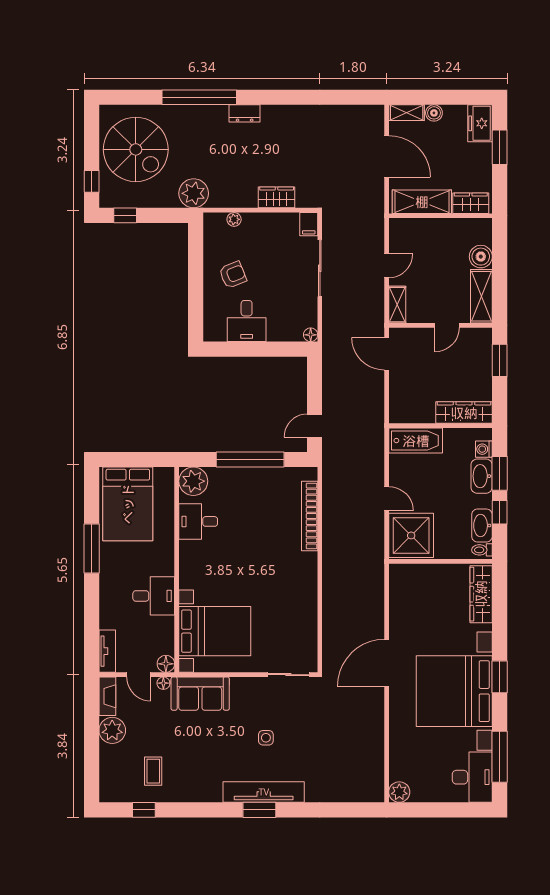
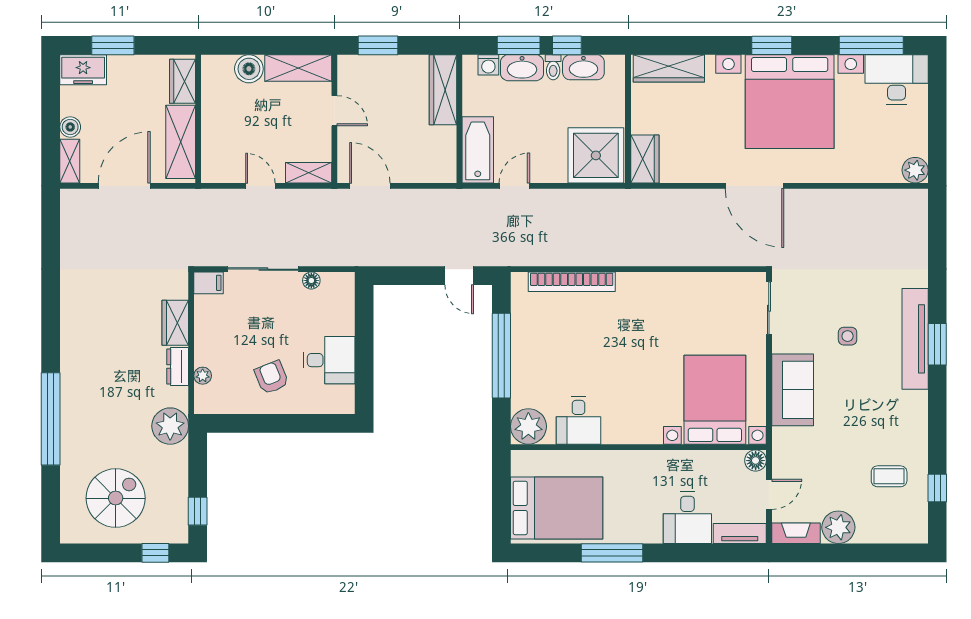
dresser: (245, 113) -> (178, 367), moved, turned 180
spiral stairs: (136, 149) -> (116, 498), width x0.73, depth x0.73
floor lamp: (311, 335) -> (311, 281), moved
door: (387, 354) -> (370, 186), swing flipped
door: (387, 499) -> (514, 186), moved
toilet: (482, 550) -> (553, 67), moved
wardrobe: (408, 575) -> (645, 159), added
desk: (154, 596) -> (687, 518), moved, turned 180
floor lamp: (163, 683) -> (780, 464), removed
sofa: (200, 694) -> (793, 390), moved

